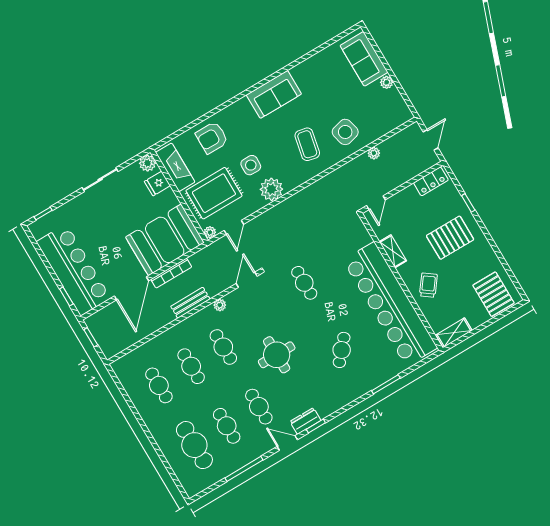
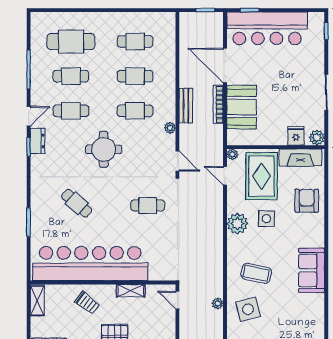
plant: (374, 153) -> (218, 303), moved
booth: (165, 240) -> (242, 107), width x0.73, depth x0.70

